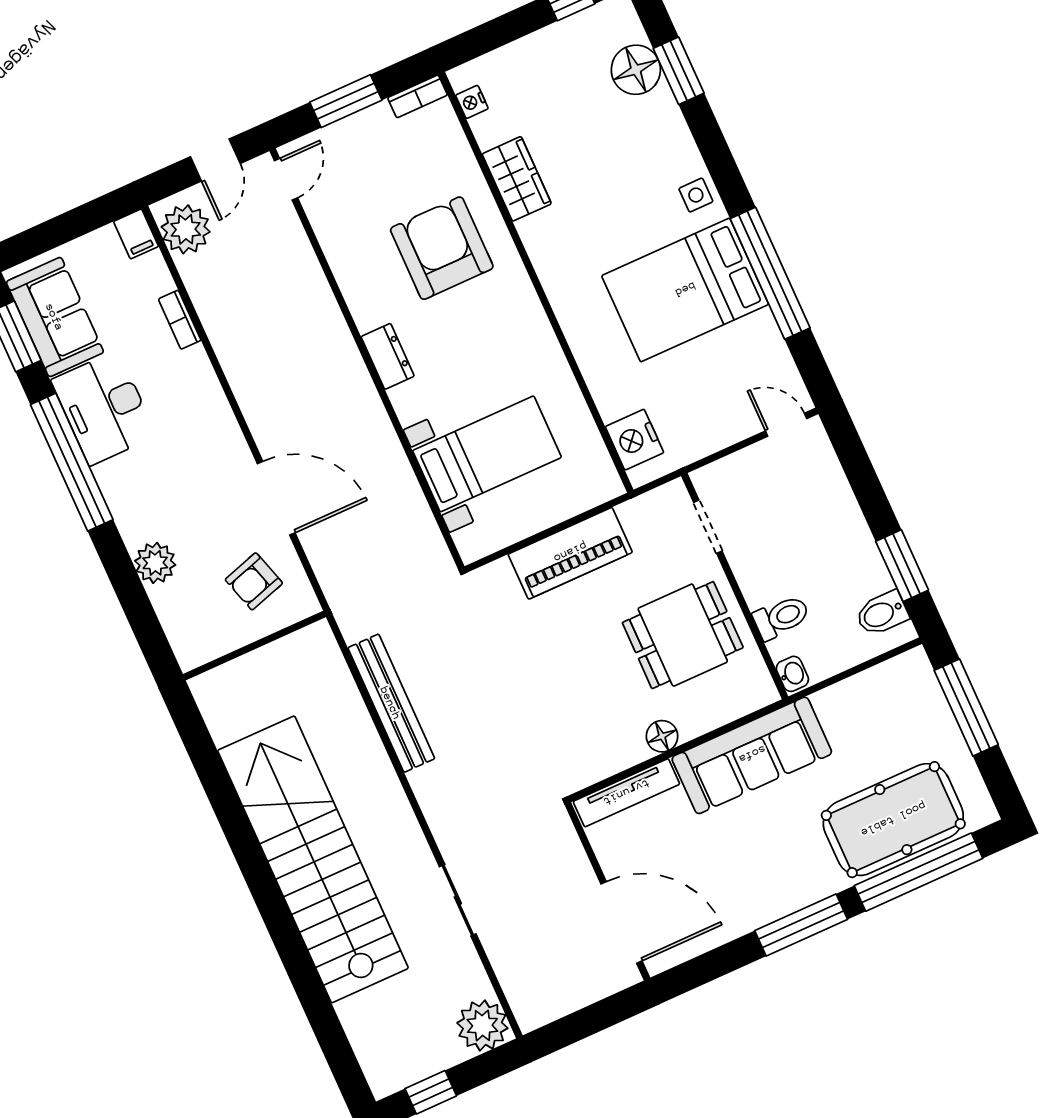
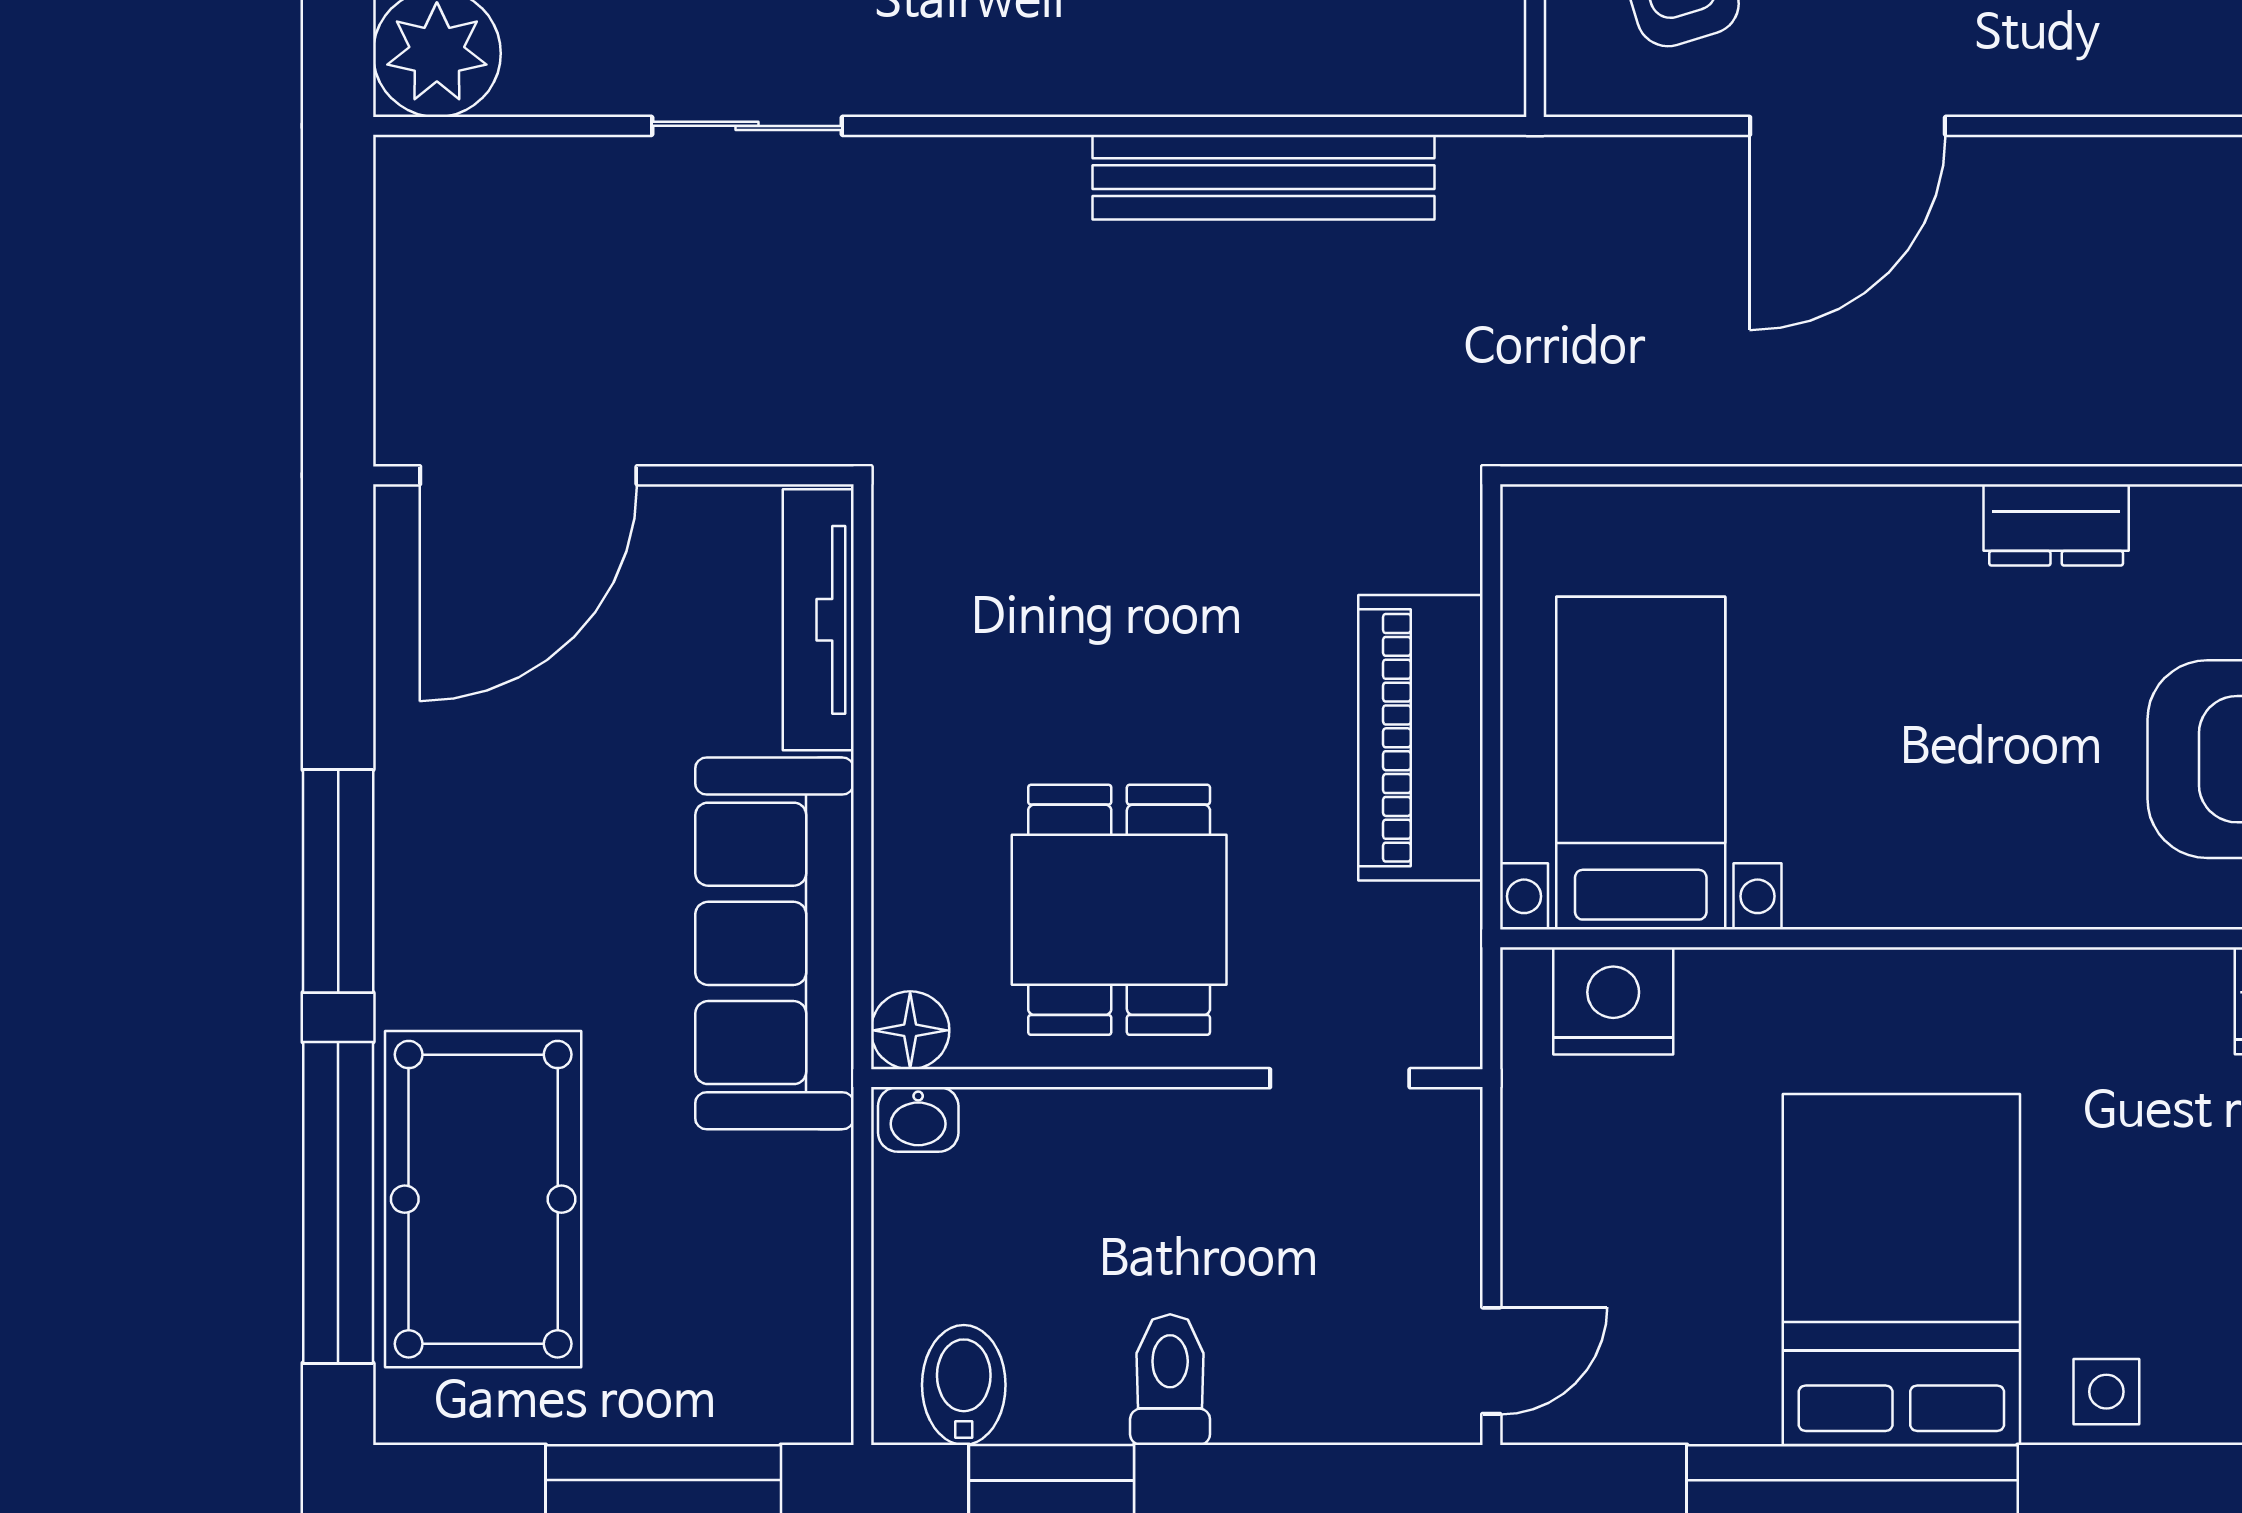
bed with nightstands: (487, 454) -> (1641, 763), moved, turned 180
toilet: (781, 617) -> (1170, 1380), moved, turned 180
floor lamp: (662, 736) -> (910, 1030), moved

